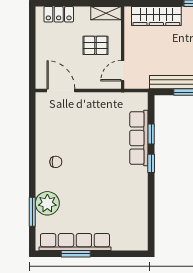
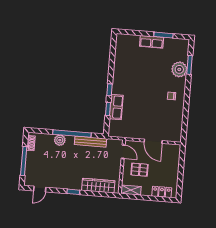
door: (123, 71) -> (123, 152), hinge flipped
door: (61, 90) -> (153, 141), moved
row of seats: (139, 138) -> (116, 107), width x0.68
row of seats: (75, 242) -> (152, 42), width x0.50

